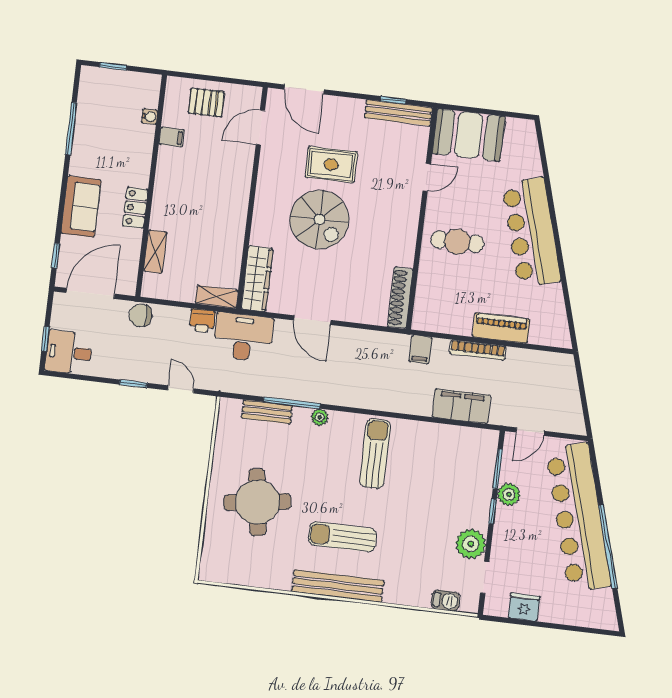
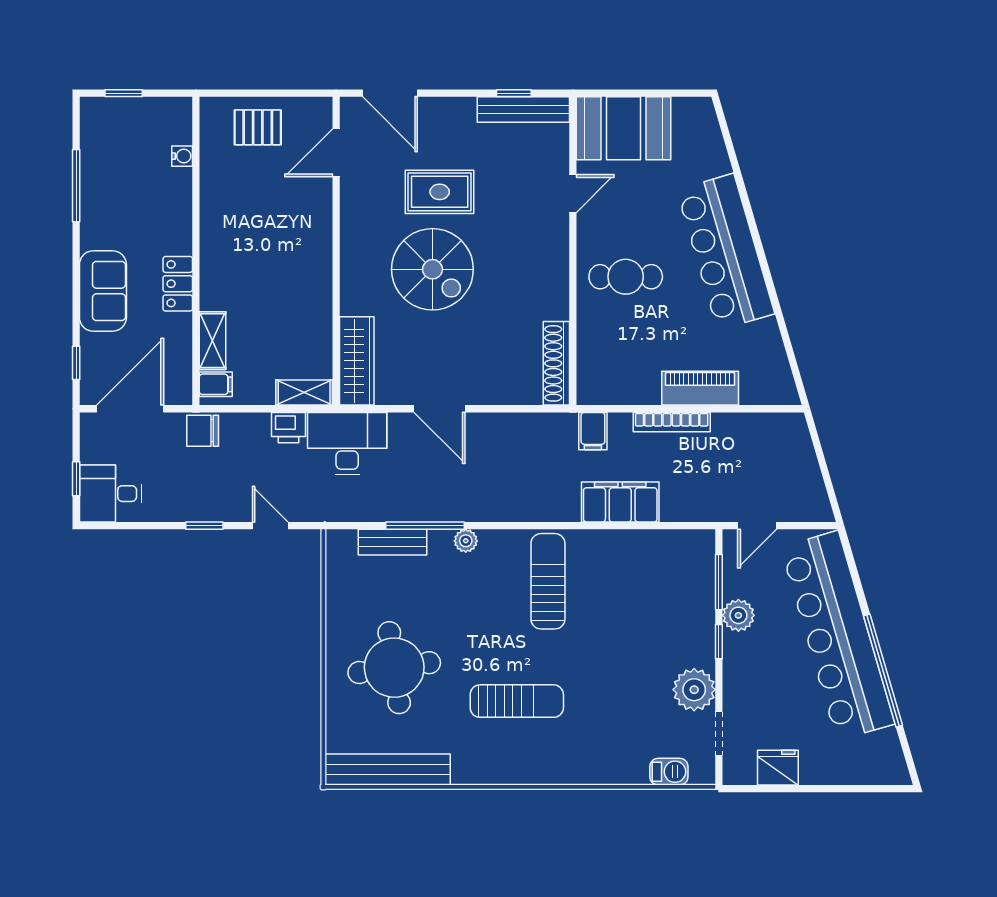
filing cabinet: (172, 137) -> (216, 384), moved
filing cabinet: (461, 406) -> (620, 502), moved
sun lounger: (342, 537) -> (517, 701), turned 180
bench: (338, 586) -> (388, 770), moved

